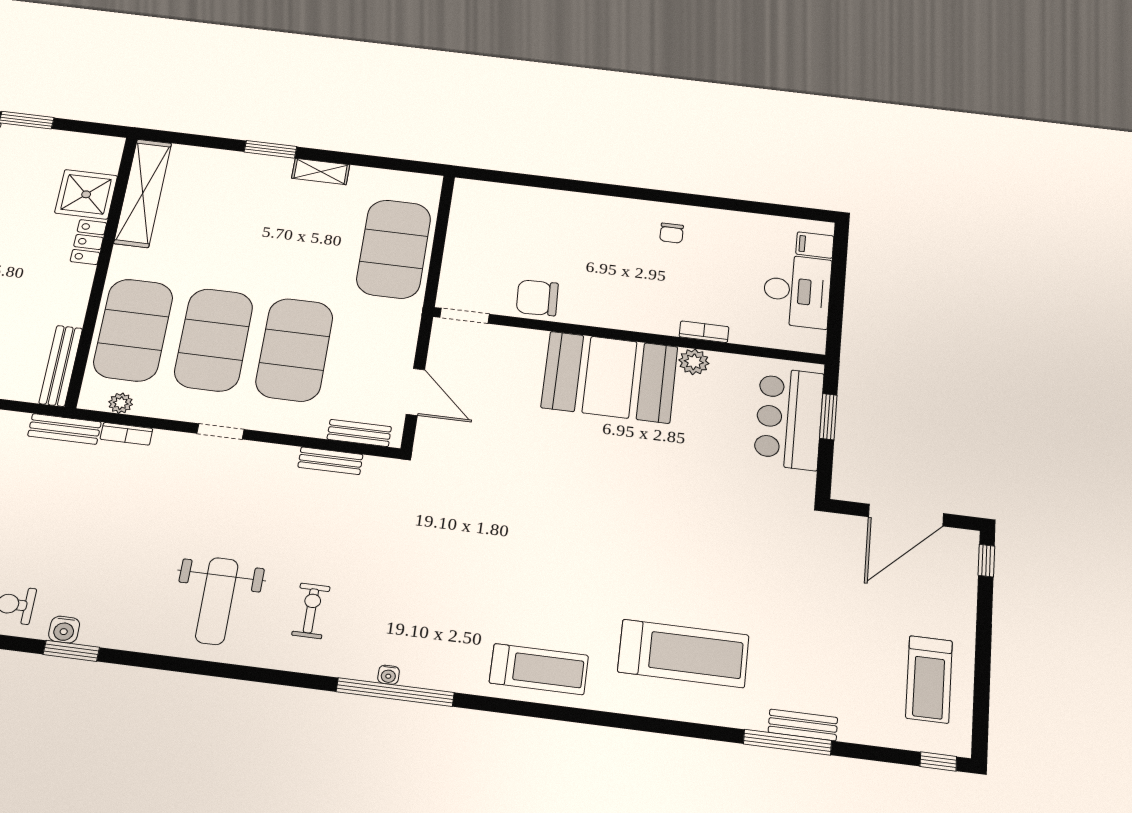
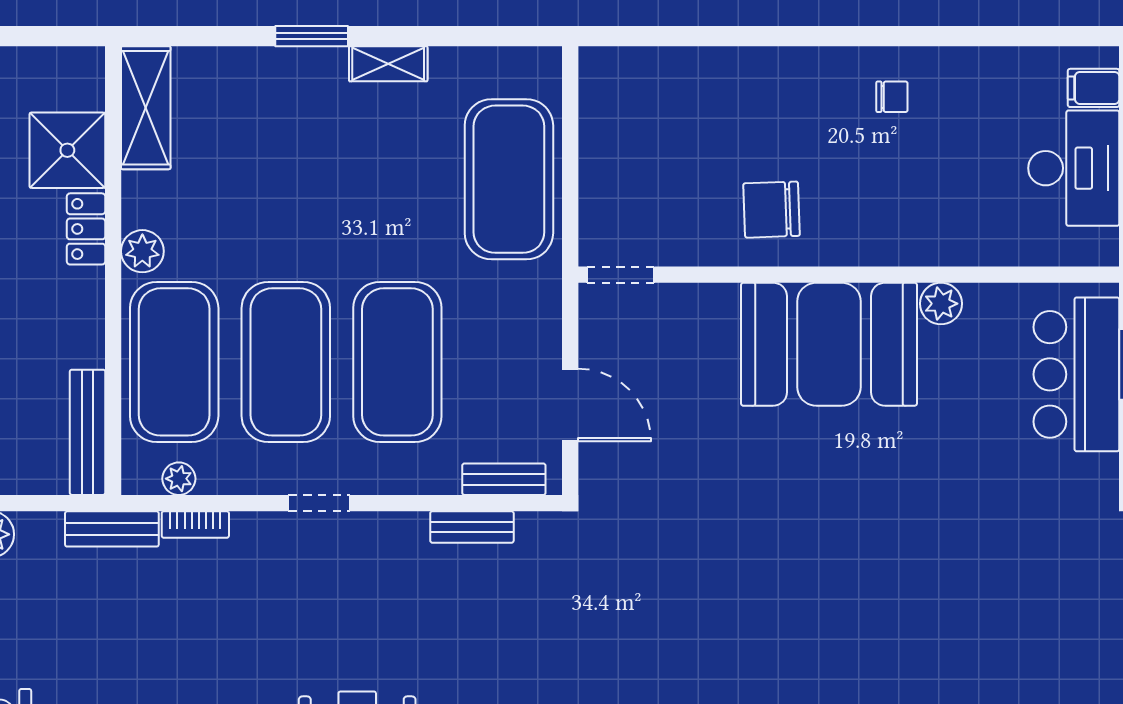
shelving: (143, 193) -> (146, 108), width x0.68
chair: (672, 233) -> (892, 97), turned -90
plant: (125, 260) -> (142, 251), added
chair: (537, 298) -> (772, 210), moved
bookcase: (704, 332) -> (951, 253), removed

